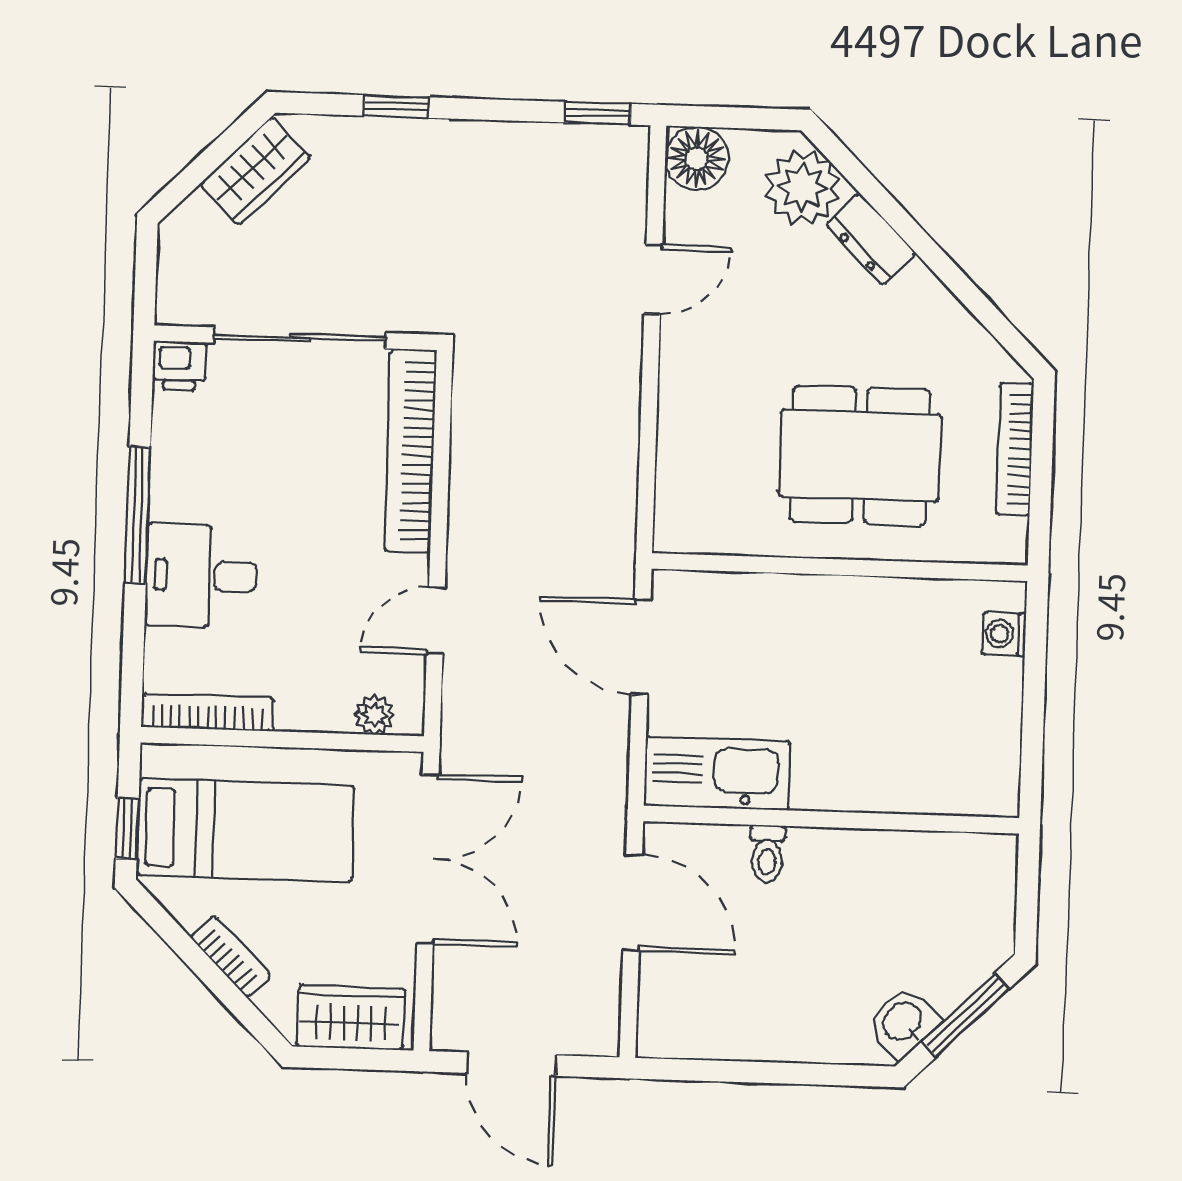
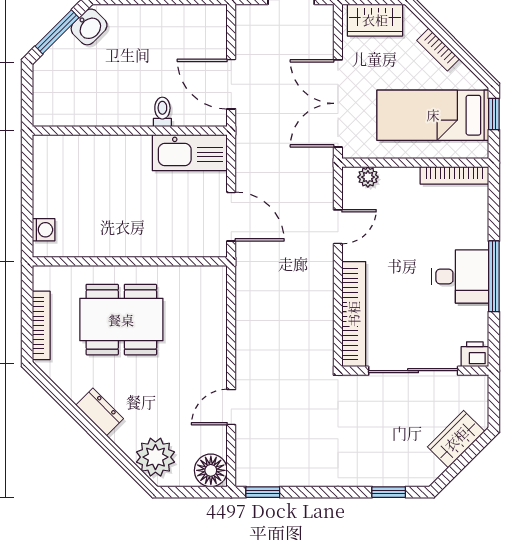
window: (396, 106) -> (389, 492), moved
wardrobe: (255, 171) -> (456, 439), moved
dresser: (871, 239) -> (100, 412), moved
desk: (201, 576) -> (460, 277), moved

